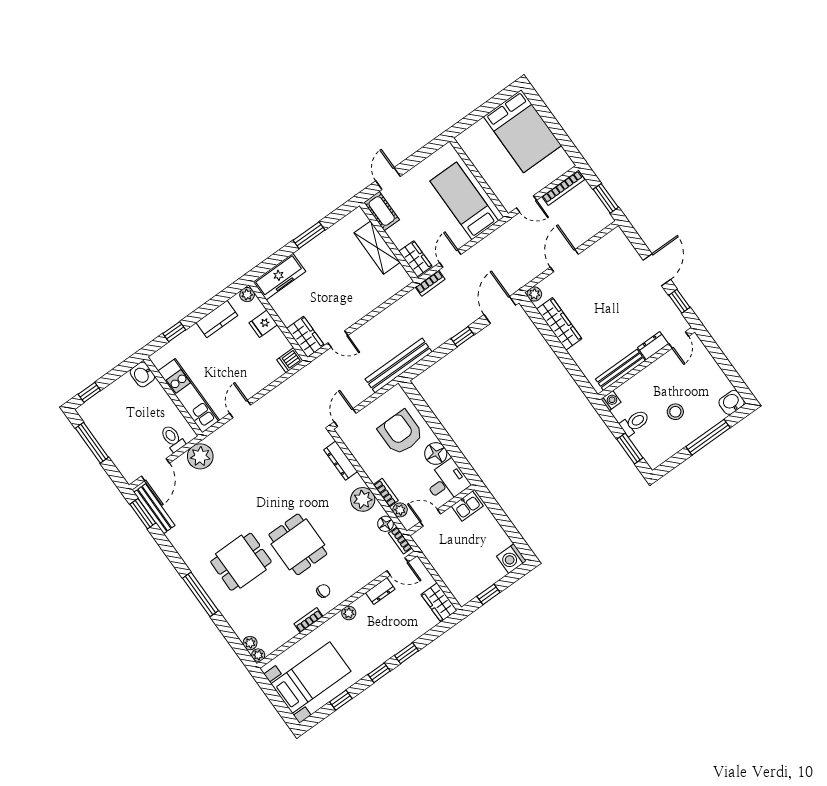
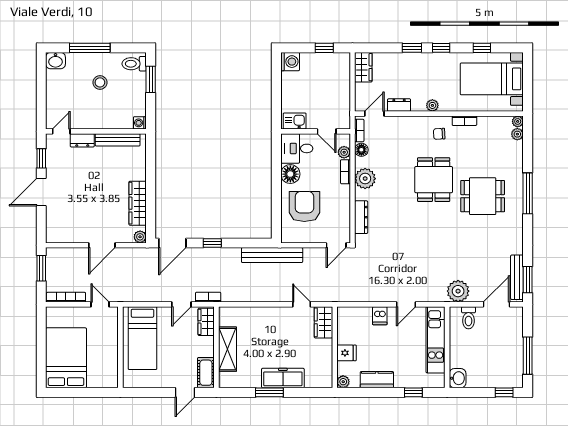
freezer: (279, 277) -> (283, 378), moved
dishwasher: (290, 360) -> (380, 316), moved, turned 90
toilet: (635, 423) -> (134, 64), moved
armchair: (401, 433) -> (304, 207), turned 180
door: (397, 566) -> (374, 114), hinge flipped

